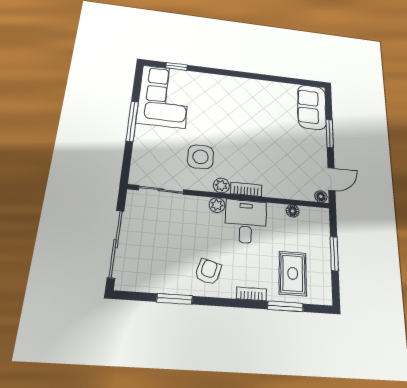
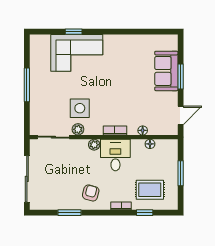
window: (177, 66) -> (74, 32), moved
corner sofa: (164, 96) -> (77, 53), moved, turned 90
sofa: (312, 107) -> (166, 71), moved
plant: (221, 185) -> (78, 129), moved
floor lamp: (321, 196) -> (143, 130), moved
rug: (293, 273) -> (150, 190), turned 90
window: (285, 306) -> (145, 213), width x0.67

